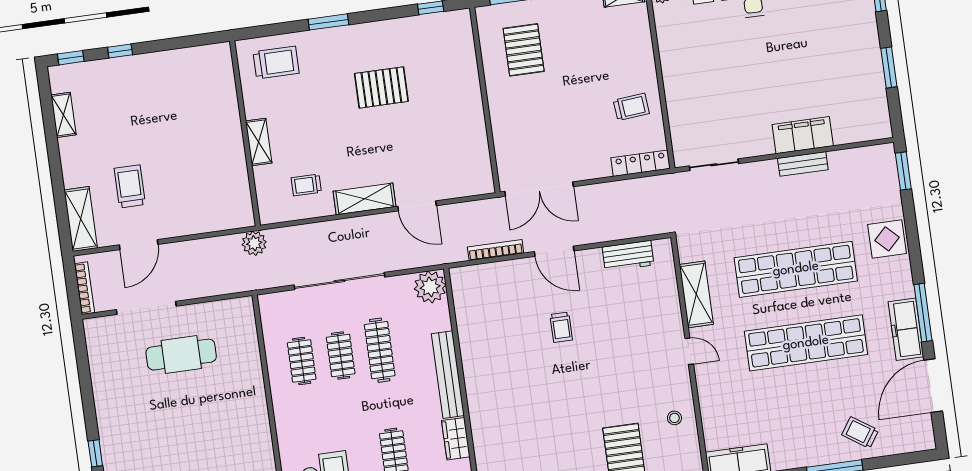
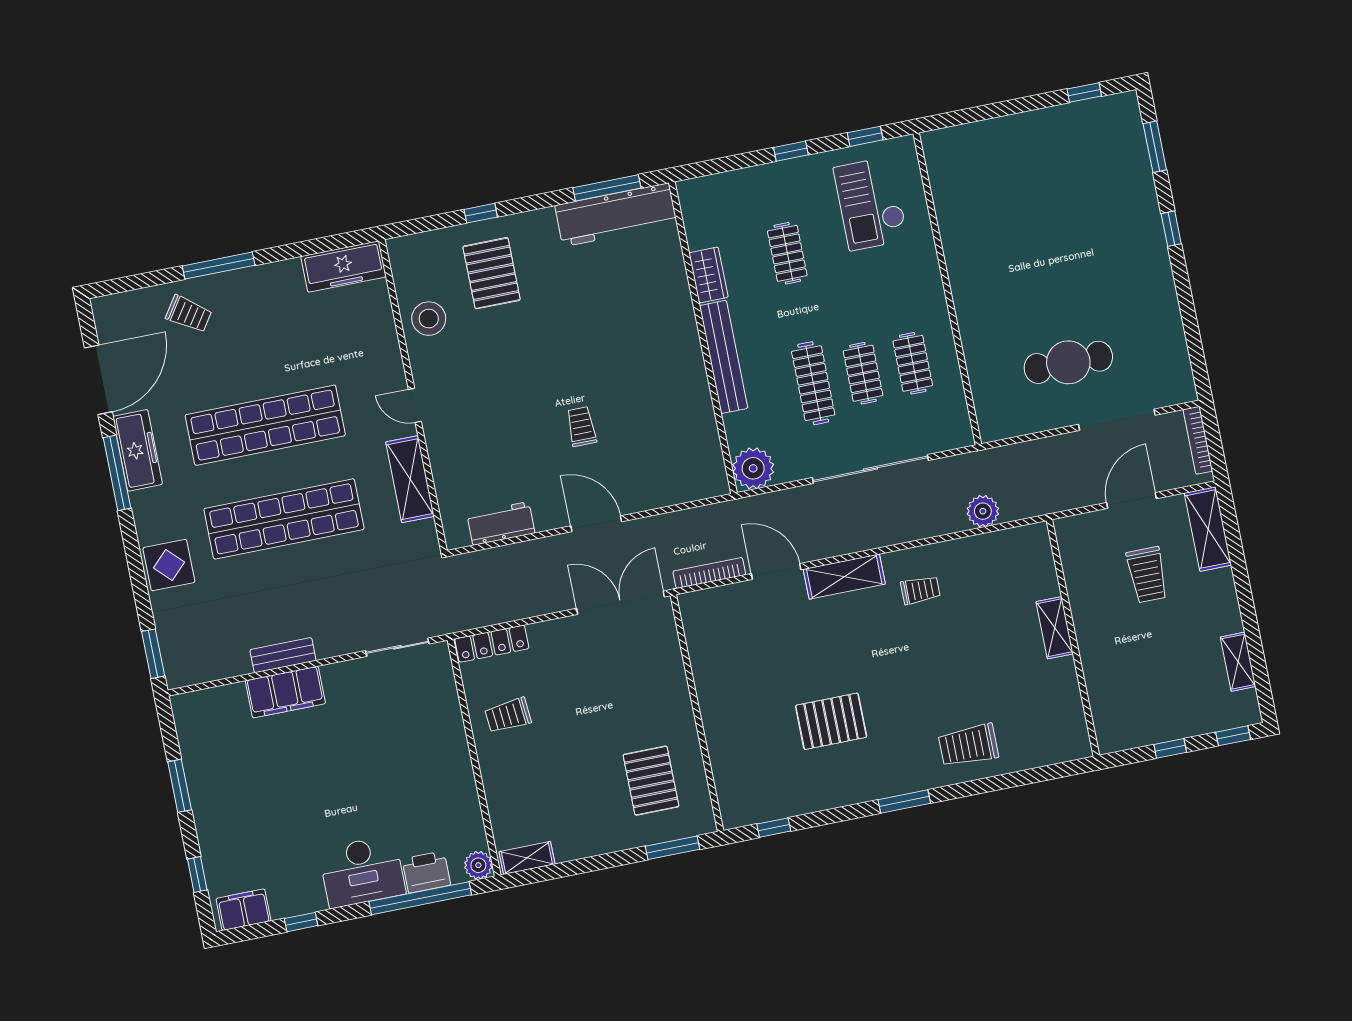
wall: (245, 133) -> (1073, 638), moved
shelving: (259, 142) -> (1055, 628), moved
bookcase: (496, 250) -> (709, 573), moved, turned 180
stool: (674, 418) -> (429, 319), width x1.89, depth x1.89

